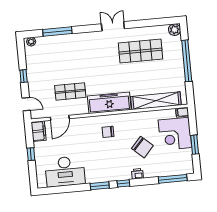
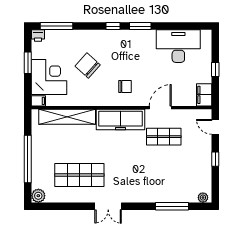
door: (60, 118) -> (160, 108), moved
printer: (137, 174) -> (38, 36), moved

